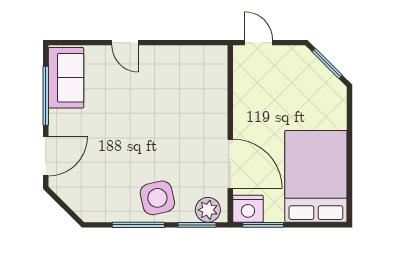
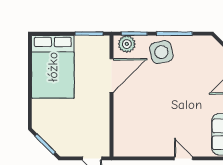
door: (230, 164) -> (112, 76), swing flipped
nightstand: (248, 209) -> (99, 45), removed

